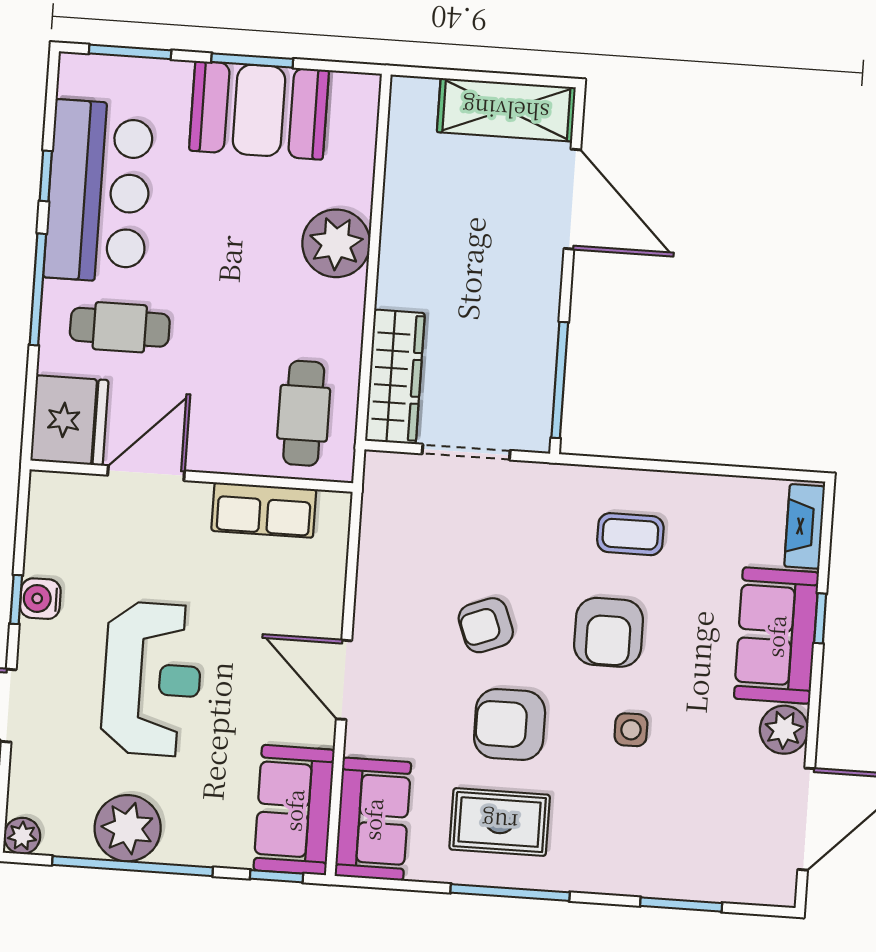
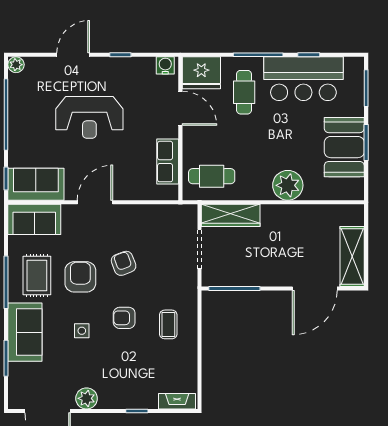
water cooler: (40, 599) -> (165, 65), moved
armchair: (609, 632) -> (124, 318), width x0.72, depth x0.72
sofa: (776, 636) -> (25, 332), moved, turned 90
plant: (128, 828) -> (23, 111), removed

